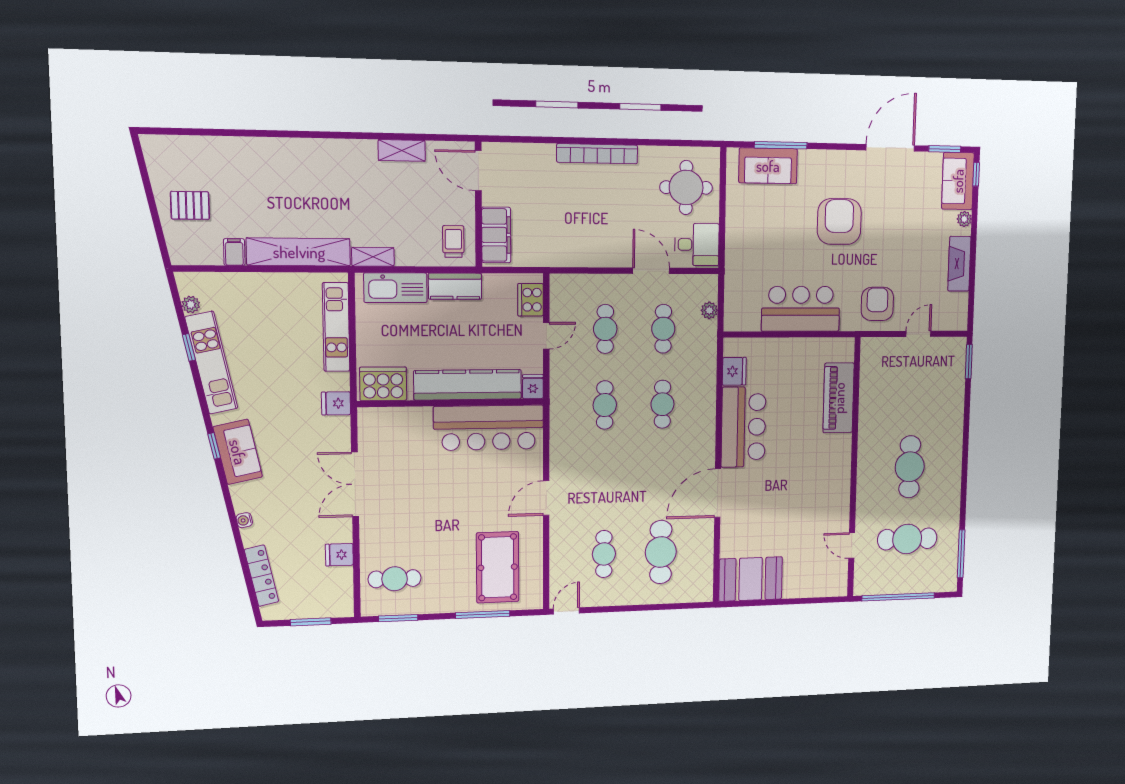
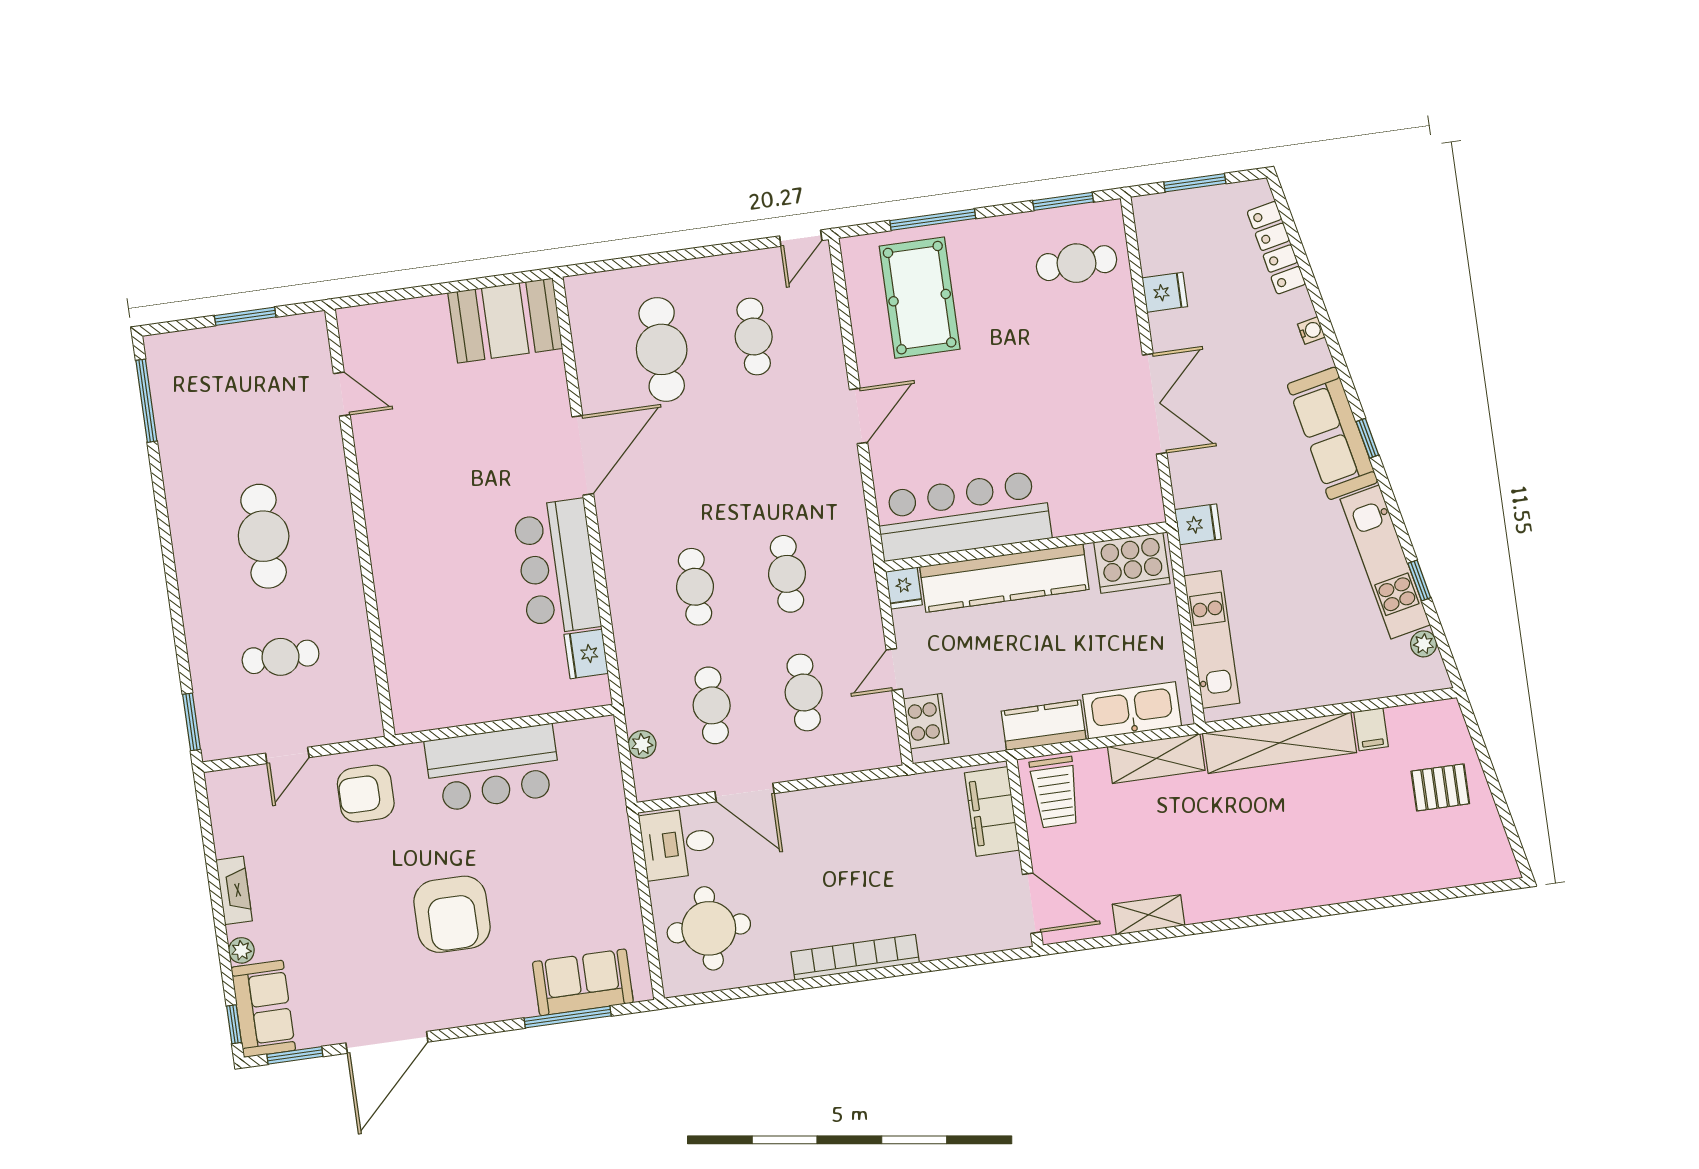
trolley: (453, 241) -> (1055, 792), width x1.36, depth x1.39
shelving: (373, 257) -> (1156, 758), width x1.50, depth x1.33
fireplace: (959, 264) -> (234, 890), width x0.73, depth x0.76
armchair: (877, 304) -> (366, 794), turned 90
piano: (839, 398) -> (405, 634), removed
sofa: (238, 452) -> (1332, 433), width x1.36
cafe table: (907, 539) -> (281, 657), moved, width x0.73, depth x0.74
window: (898, 597) -> (245, 316), width x0.47

